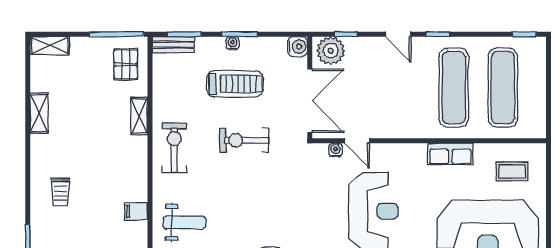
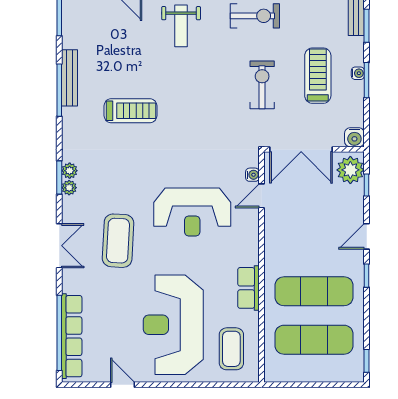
treadmill: (235, 84) -> (318, 76), turned 180
coffee table: (512, 171) -> (231, 349), width x1.36, depth x1.30

